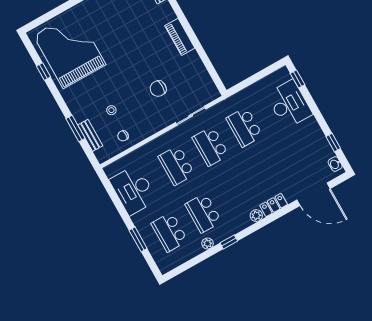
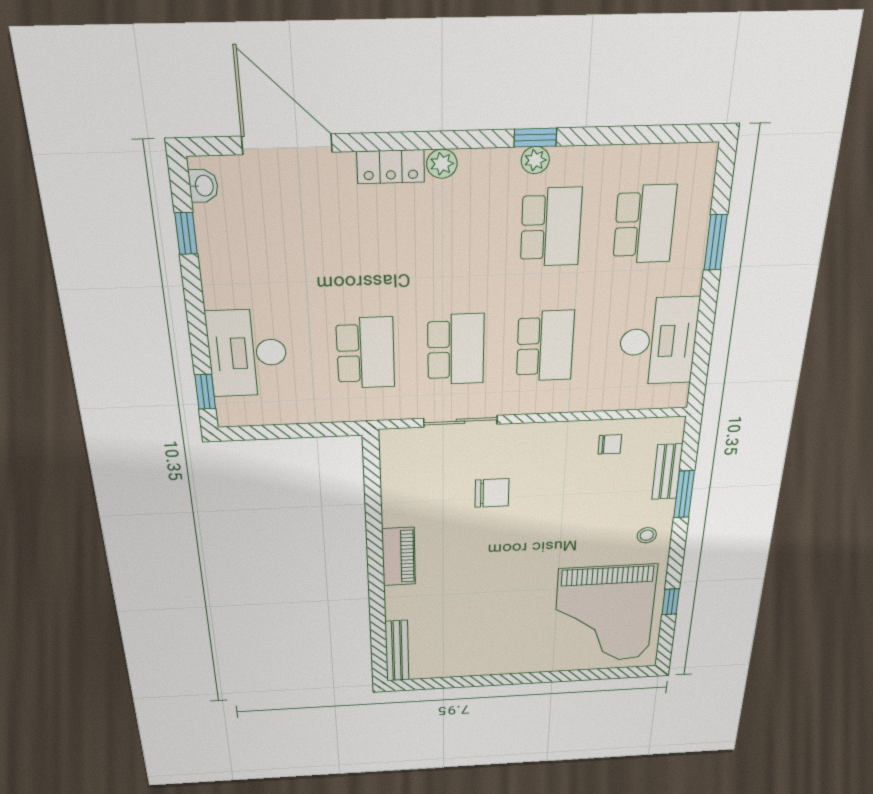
stool: (111, 110) -> (647, 535), moved
plant: (208, 243) -> (535, 160), moved

